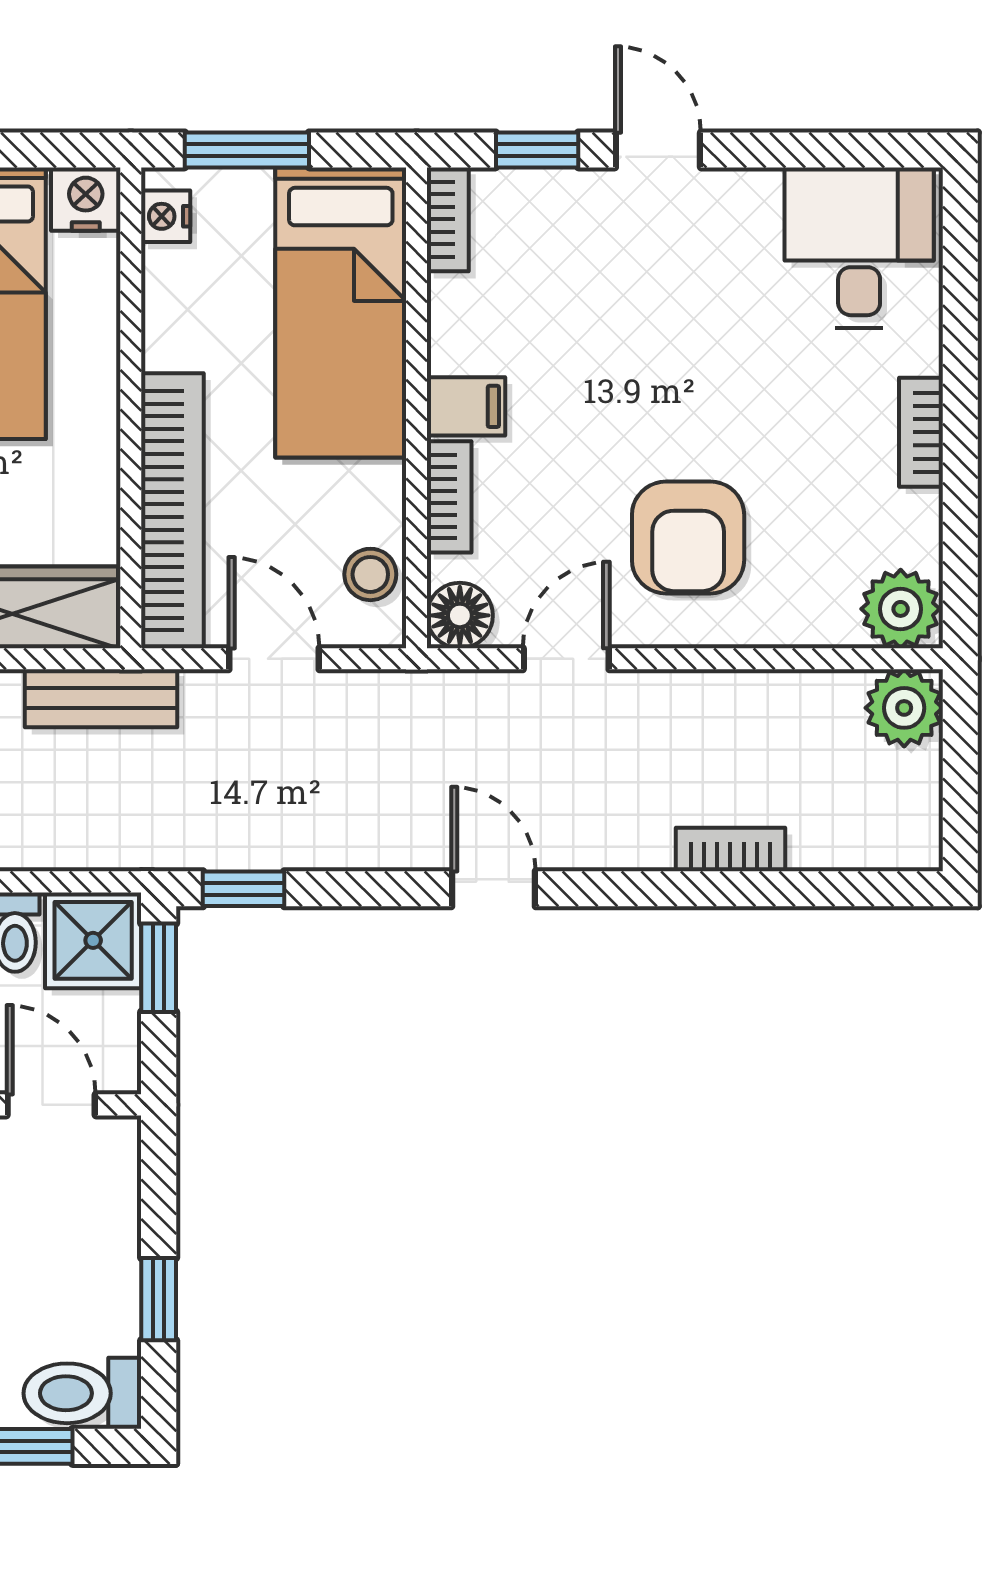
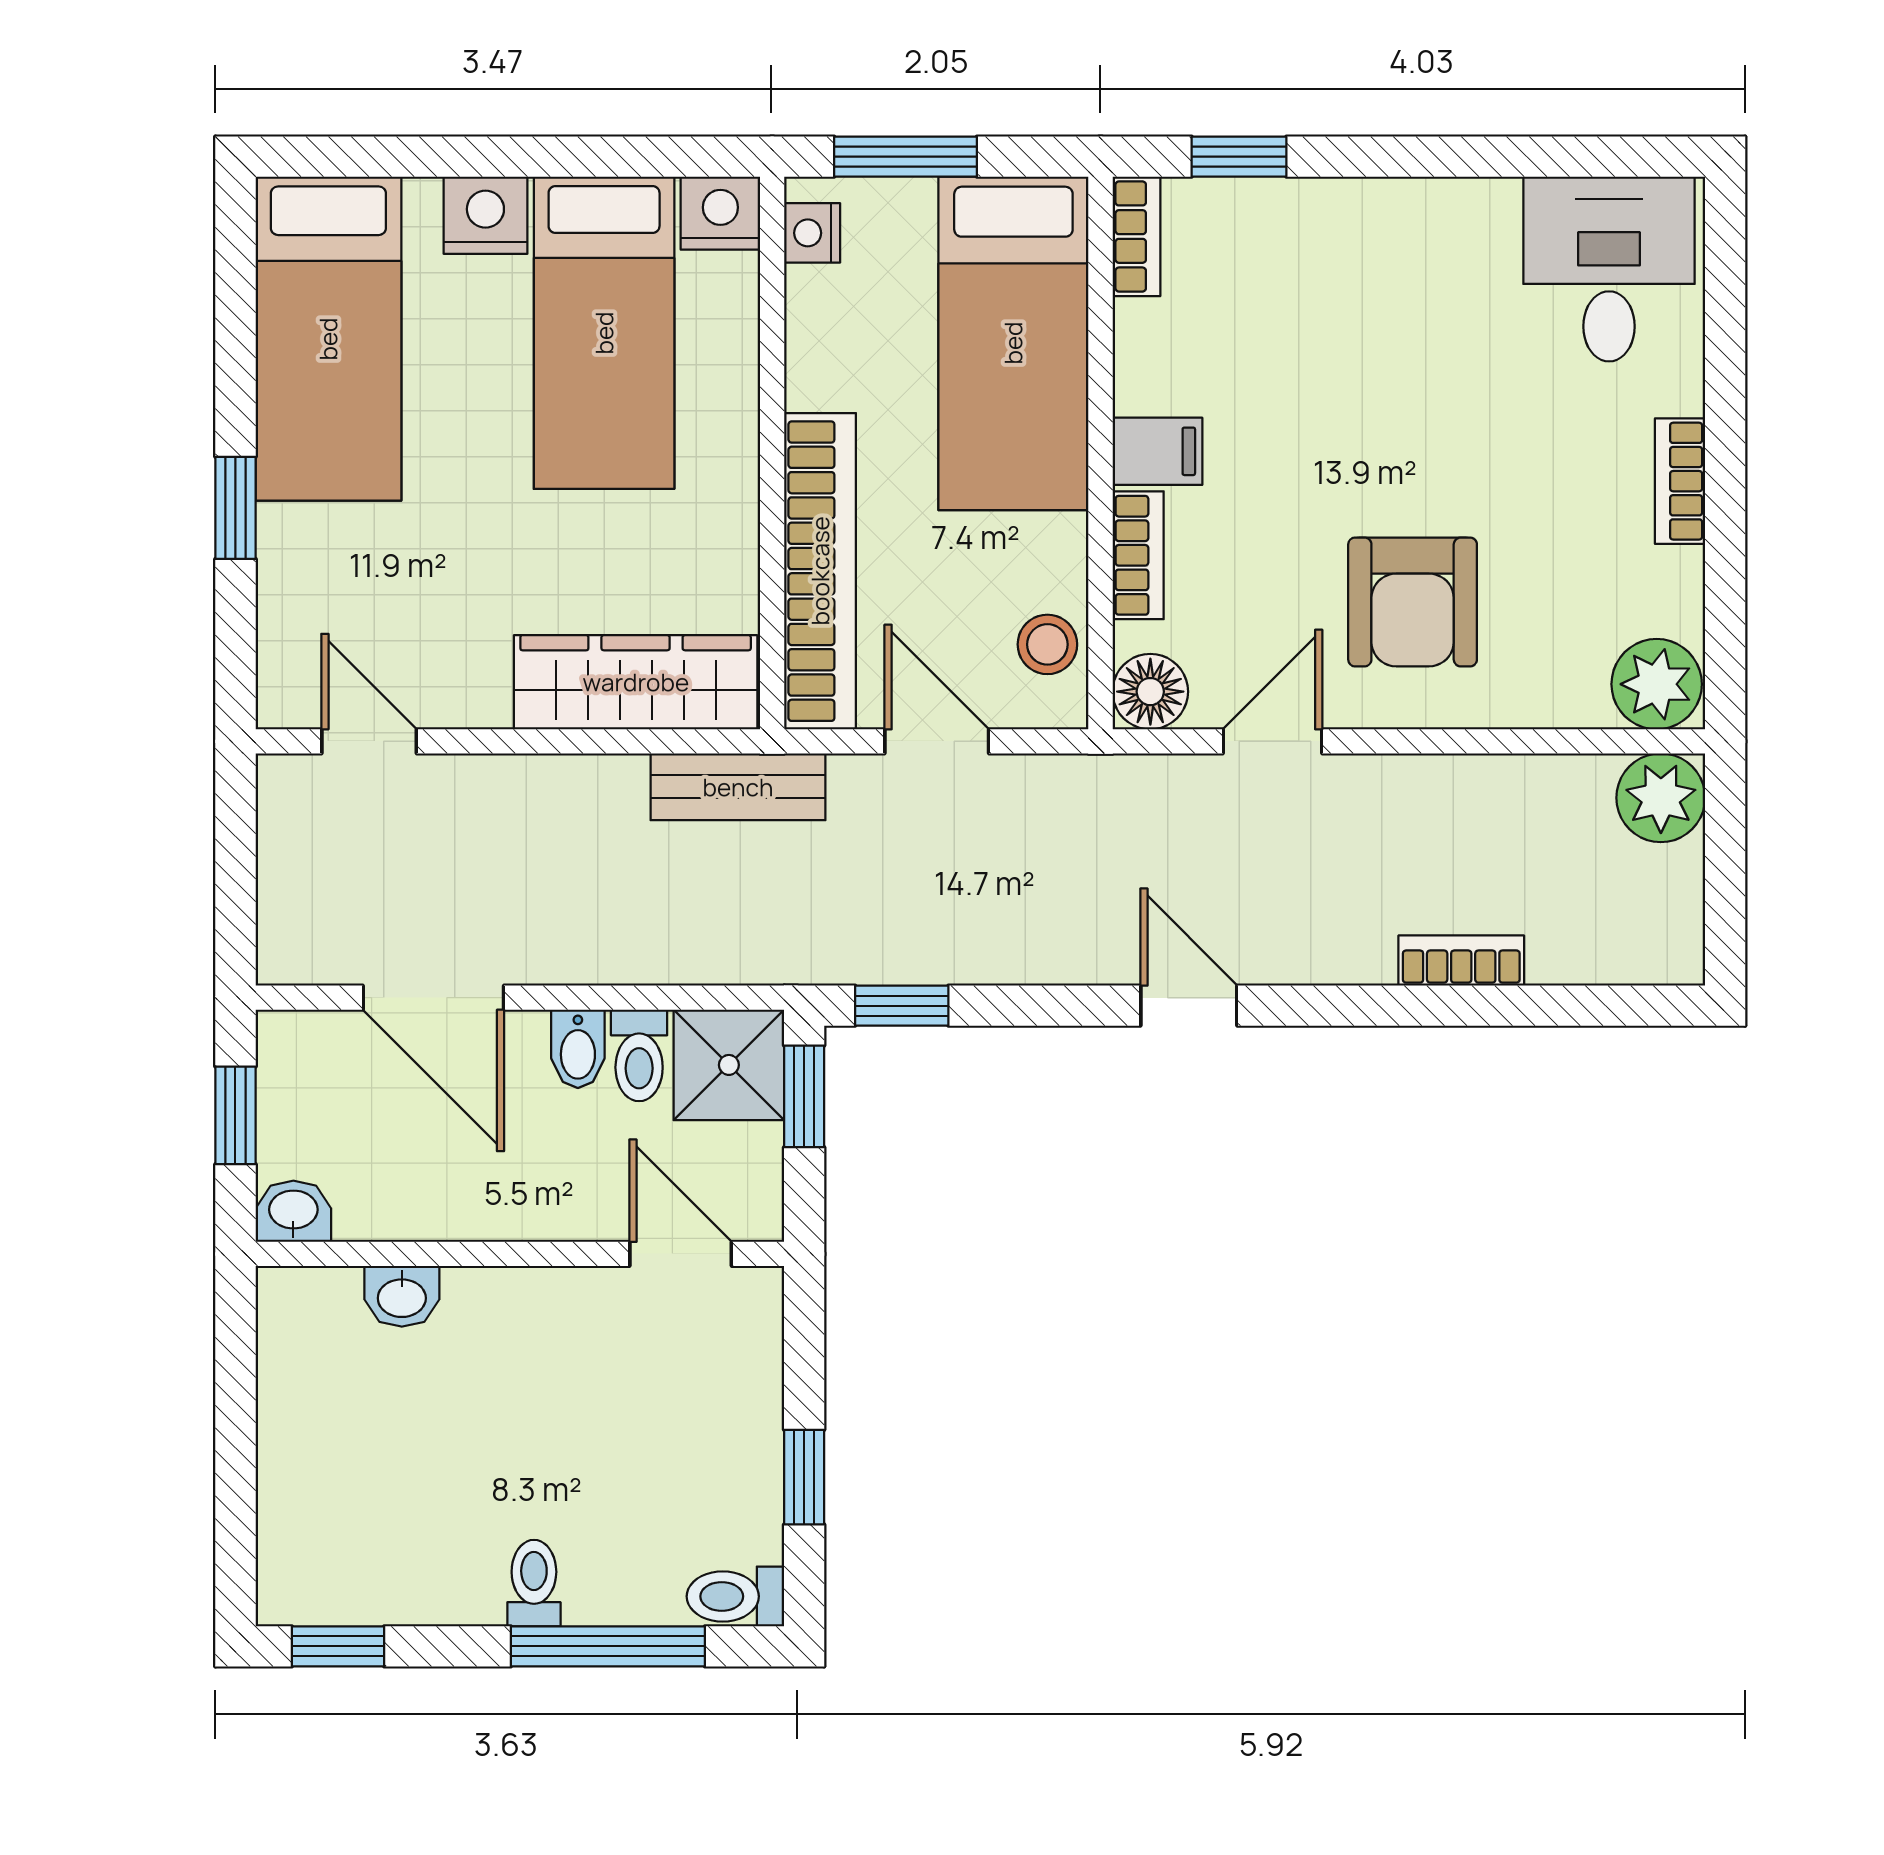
door: (658, 150) -> (1378, 157), removed
toilet: (82, 1393) -> (735, 1596), width x0.73, depth x0.72

